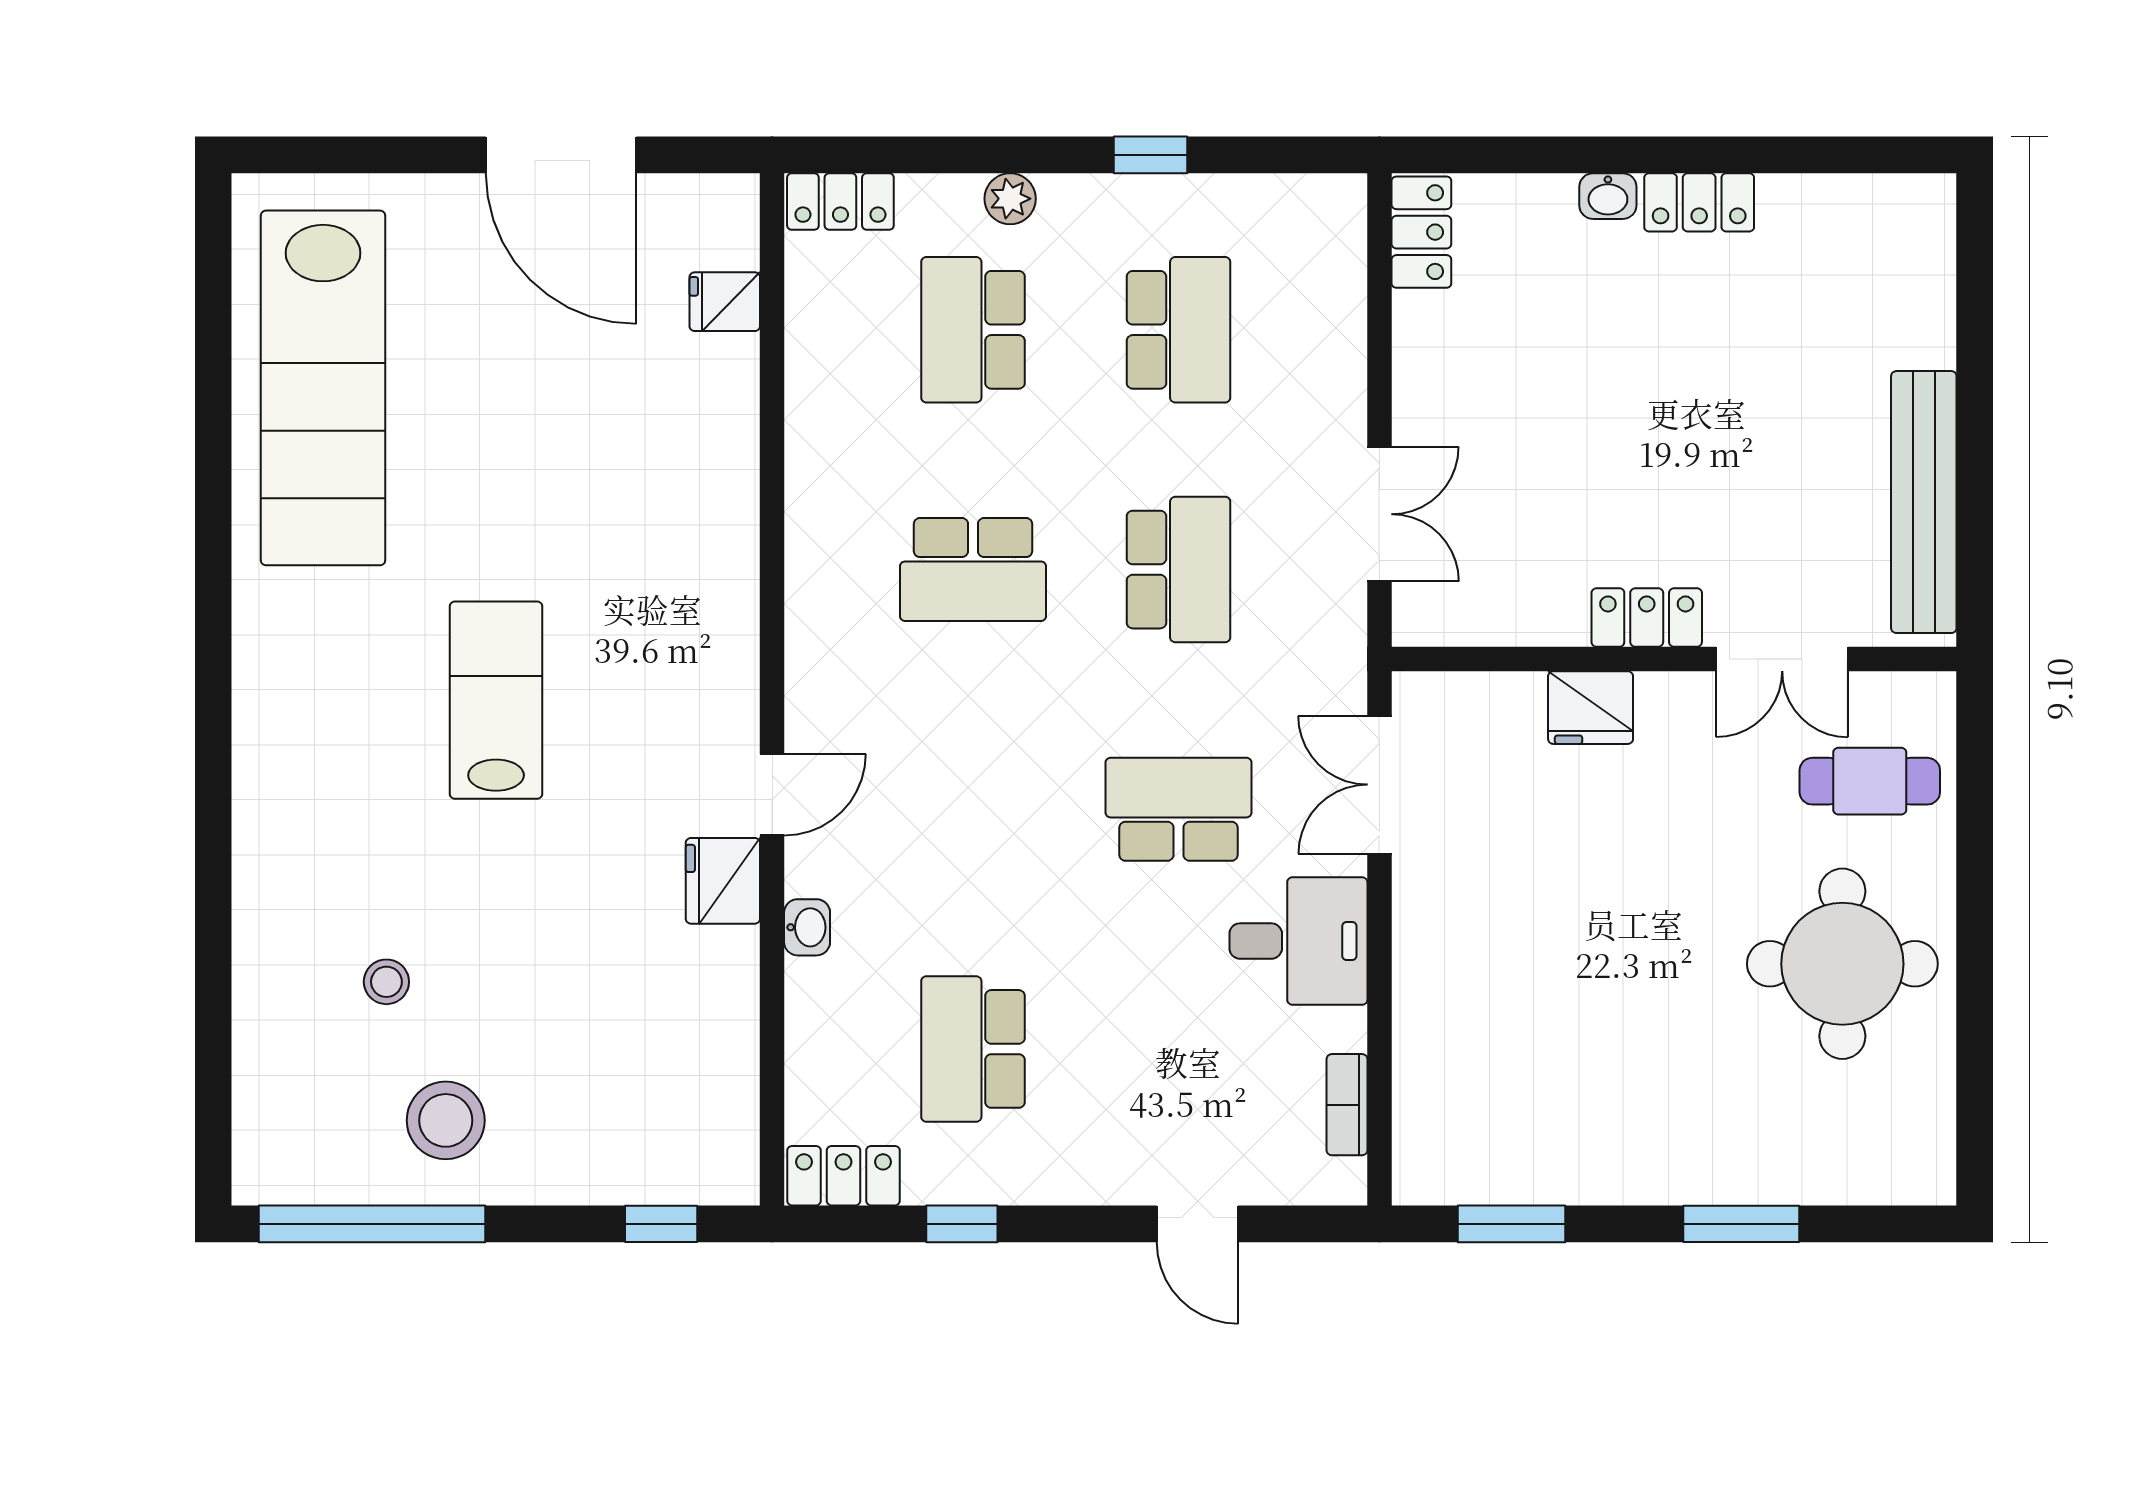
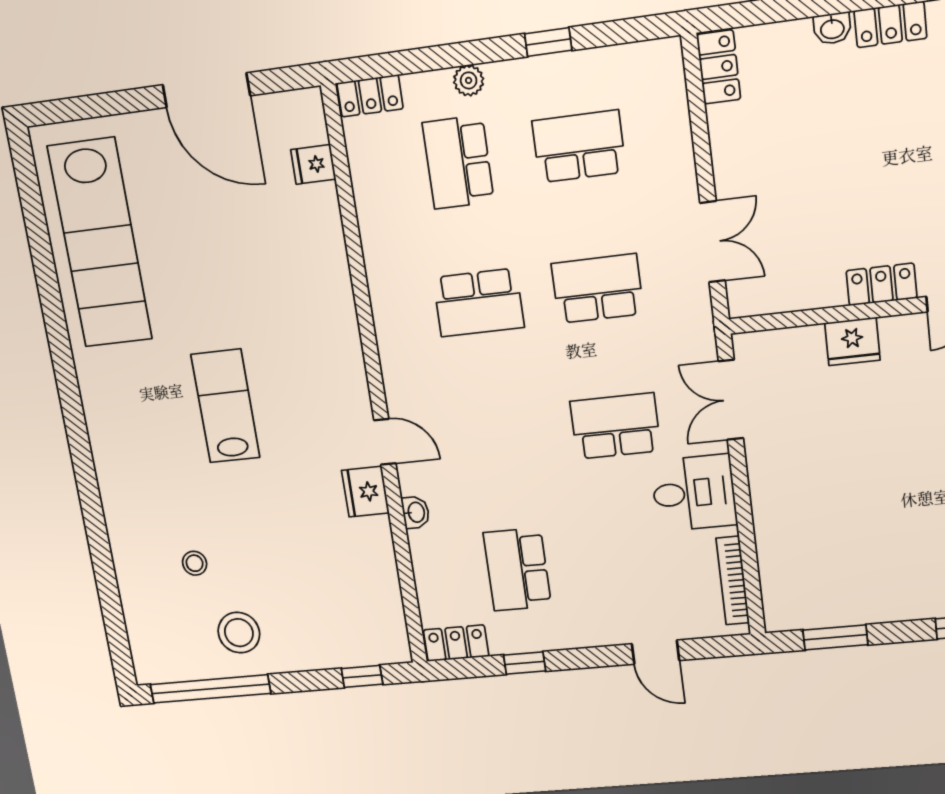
school desk: (1178, 330) -> (579, 146), turned -90
school desk: (1178, 570) -> (597, 289), turned -90
door: (772, 795) -> (385, 442), hinge flipped
bookcase: (1347, 1105) -> (733, 581), width x1.56

